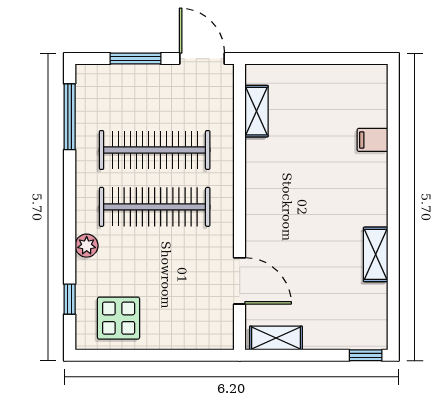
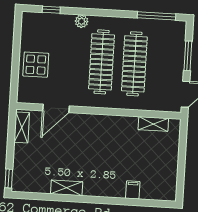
display table: (119, 318) -> (36, 65), moved

